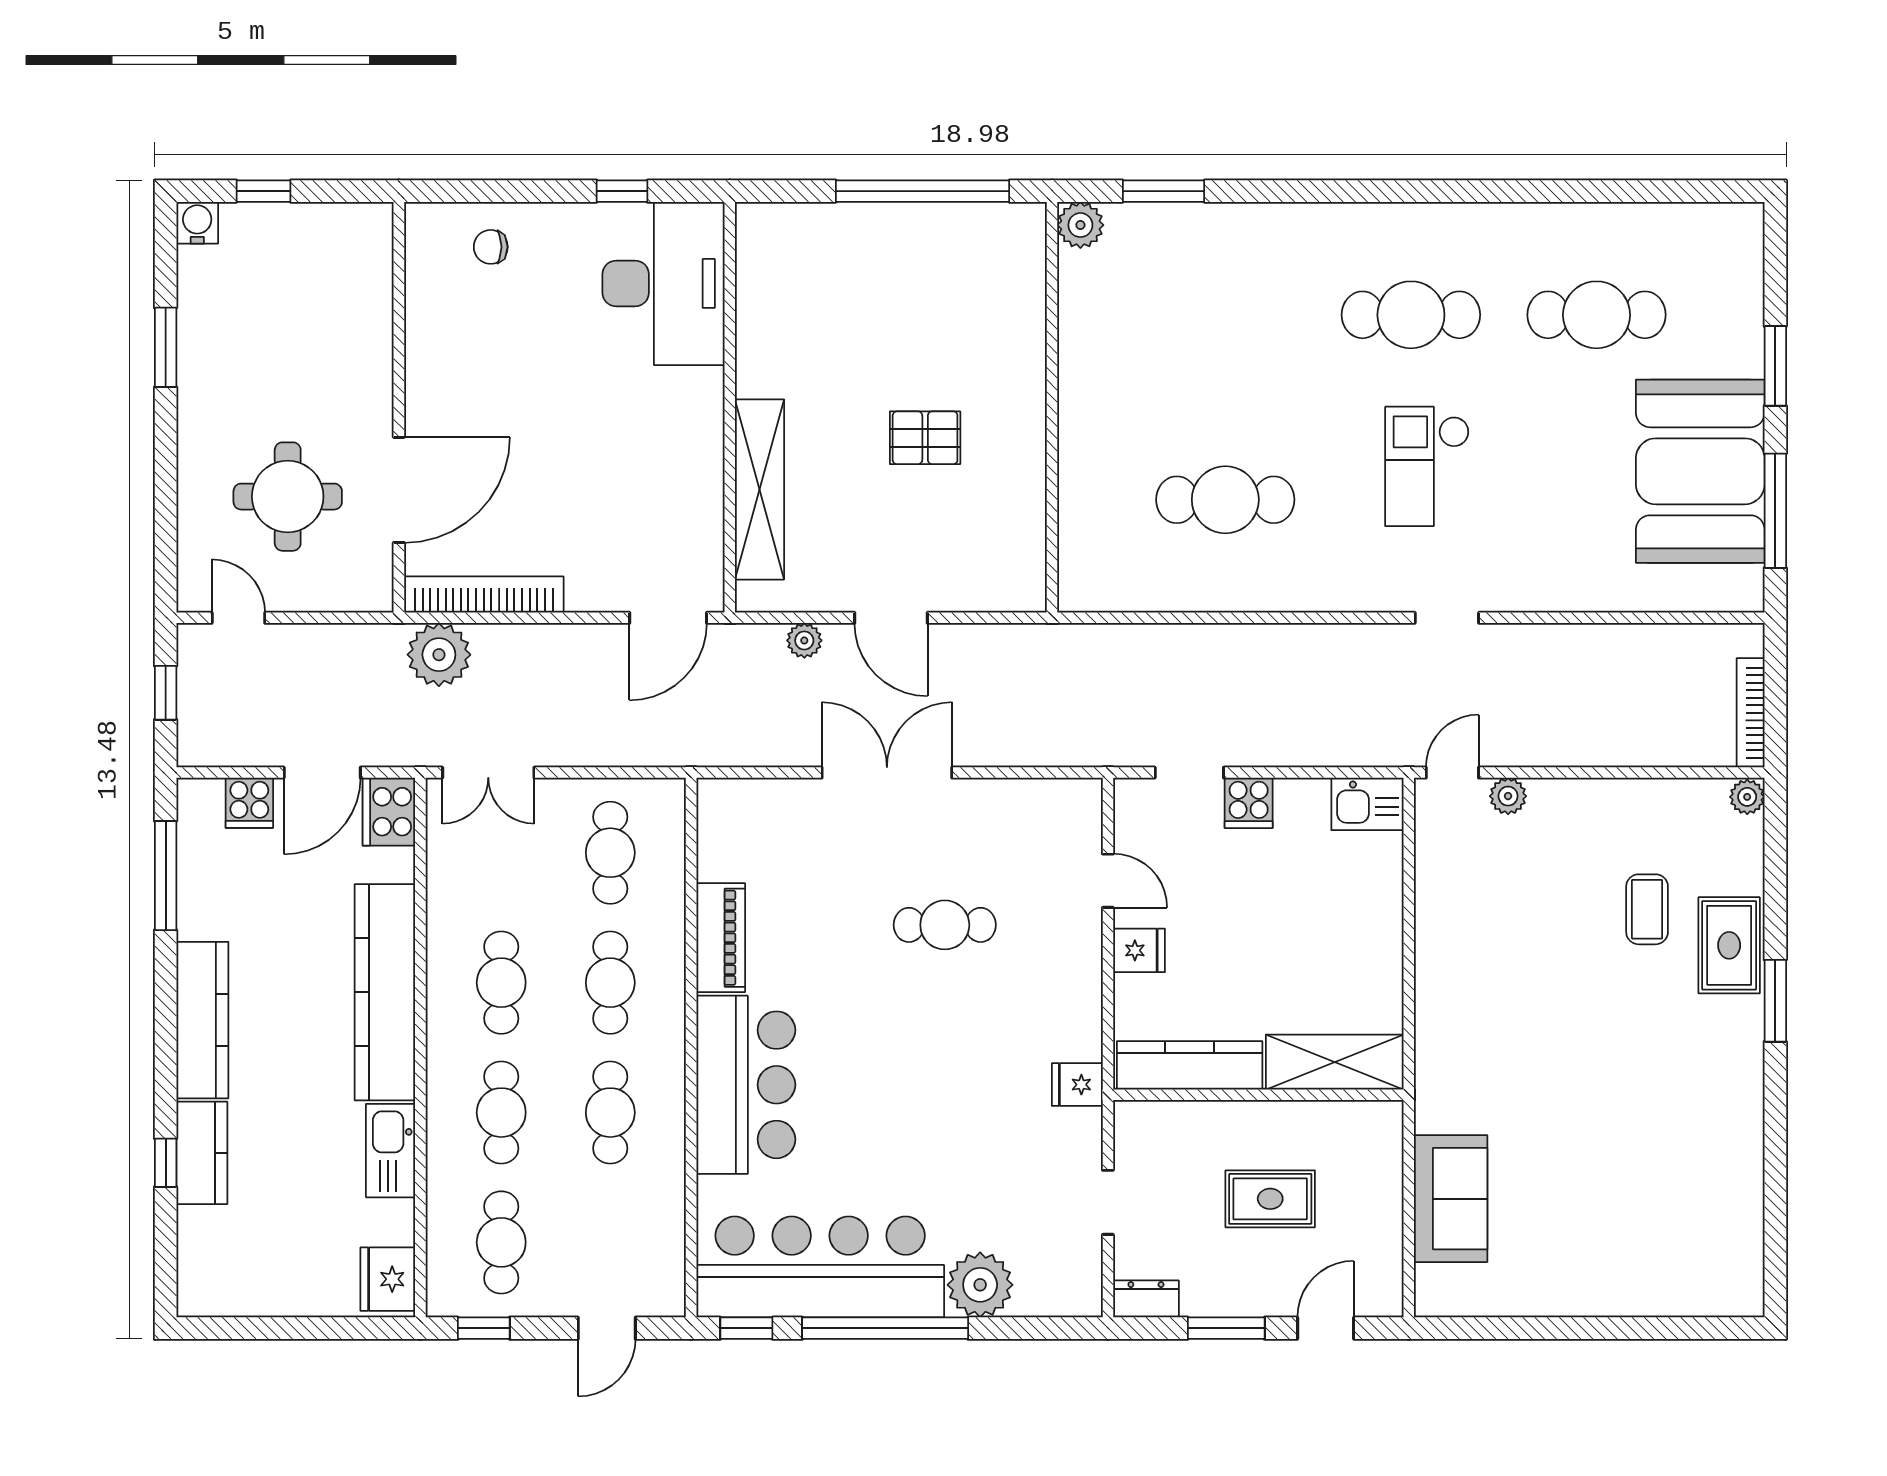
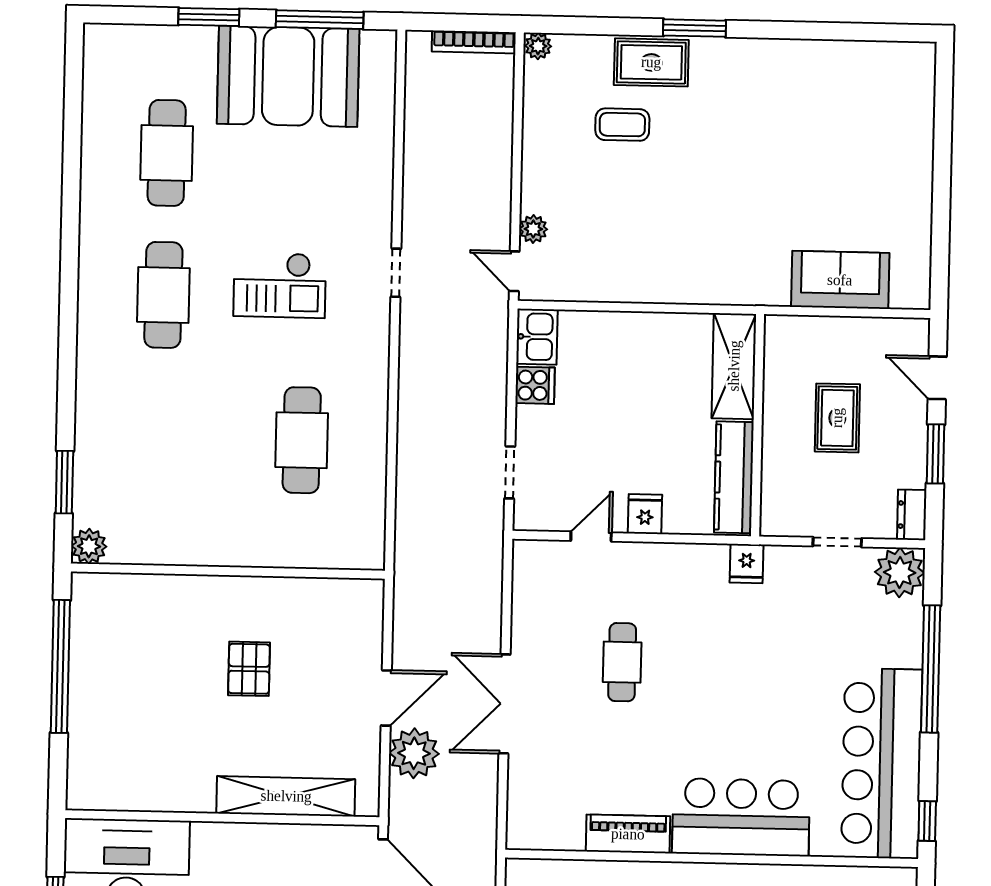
plant: (804, 640) -> (414, 753), width x1.88, depth x1.88
cooker: (1249, 803) -> (535, 385), moved
plant: (980, 1285) -> (900, 572), moved
window: (885, 1328) -> (931, 669), moved

